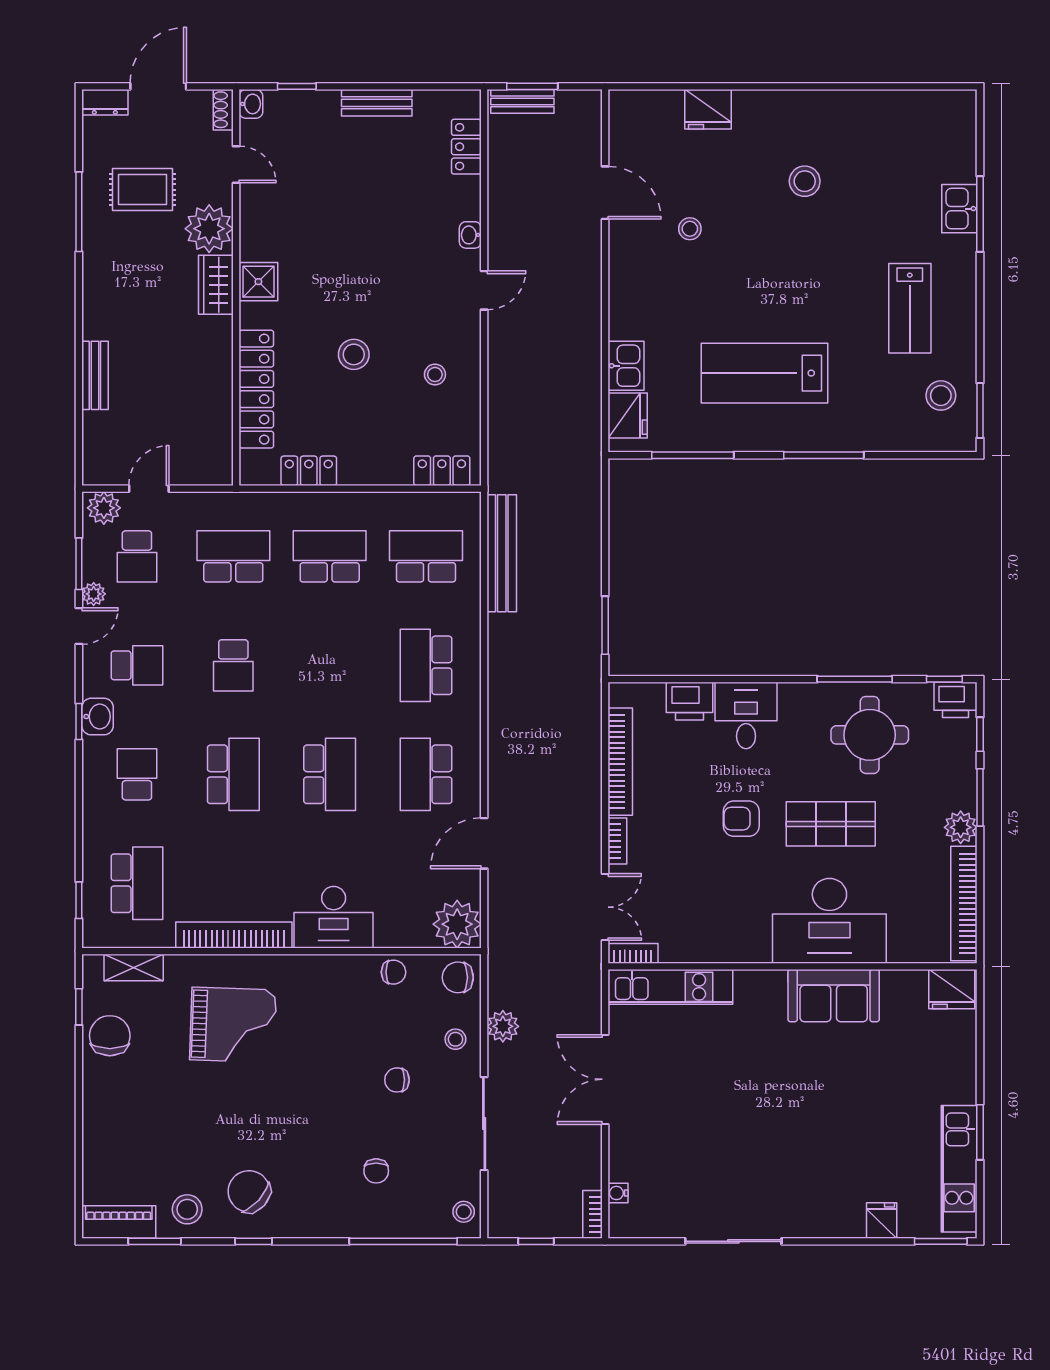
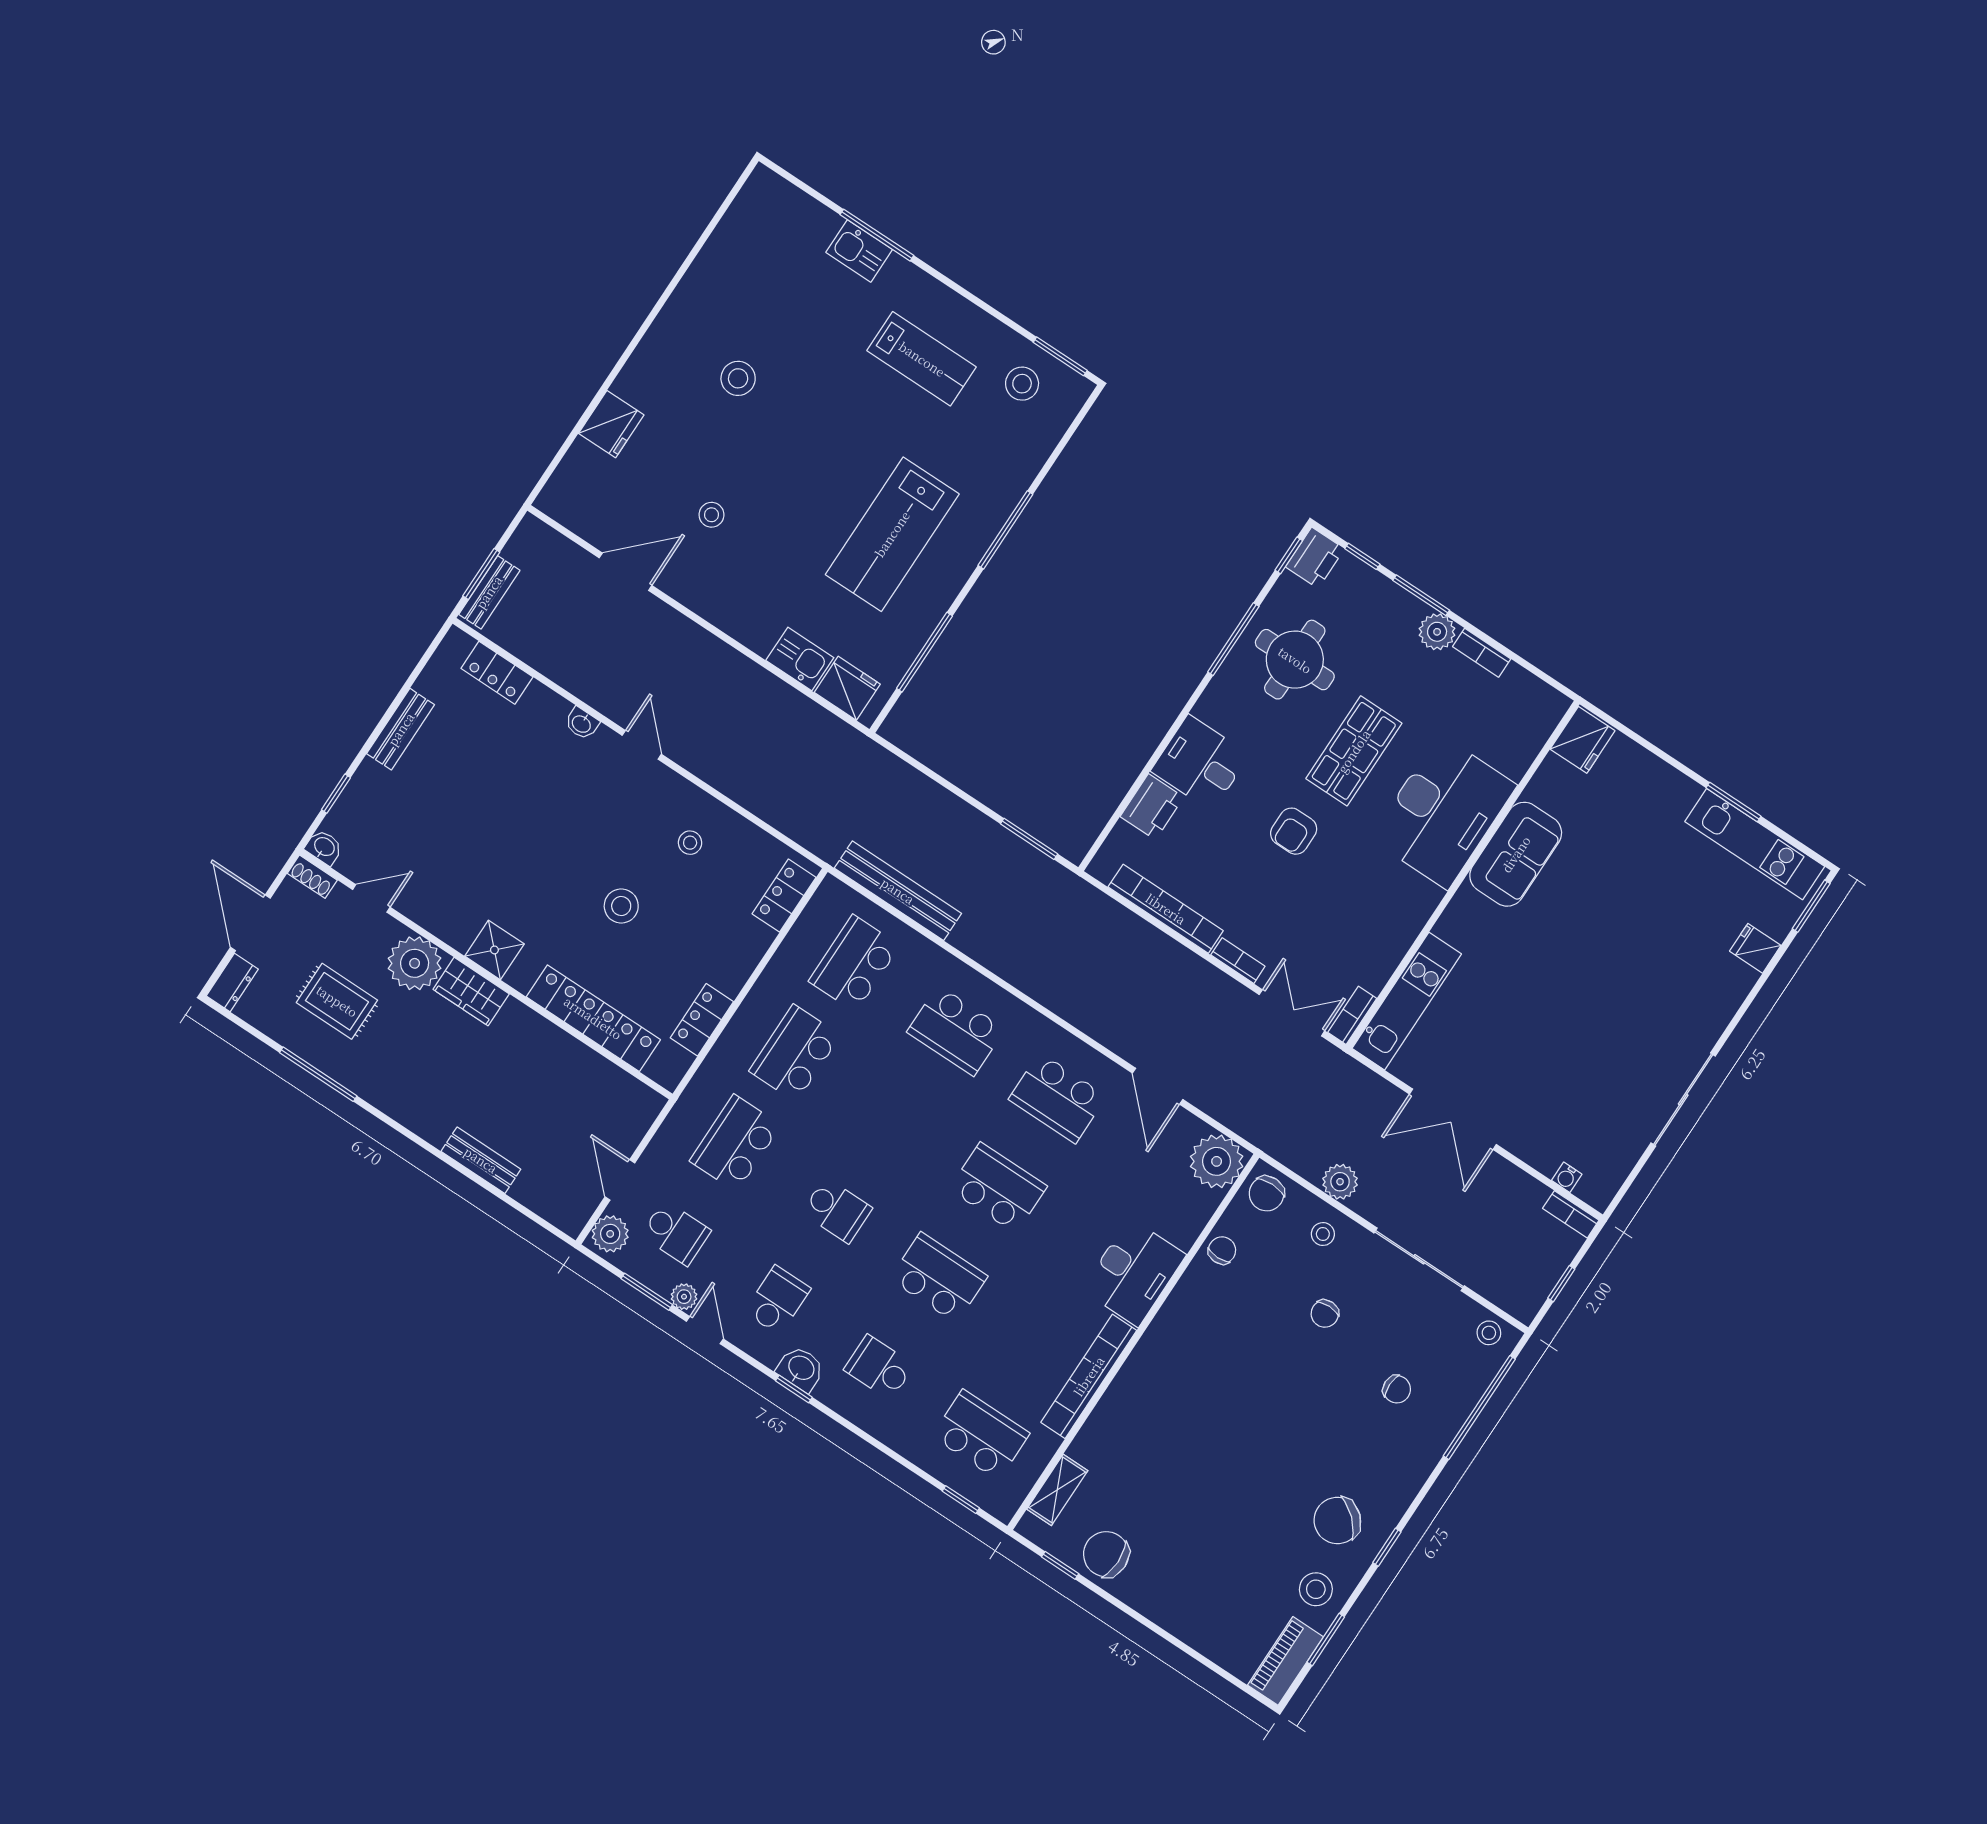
rug: (142, 190) -> (337, 1001), turned 90
bookcase: (964, 903) -> (1482, 653), width x0.43, depth x0.76
grand piano: (233, 1025) -> (1172, 1432), removed

